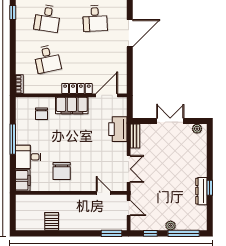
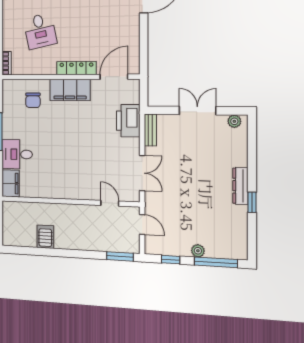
chair: (62, 171) -> (58, 173), removed
dresser: (201, 191) -> (240, 186), moved

